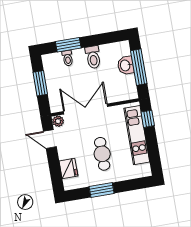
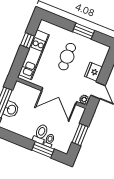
toilet: (93, 57) -> (41, 134), moved
window: (148, 119) -> (27, 41), moved
fridge: (68, 169) -> (93, 72), moved

